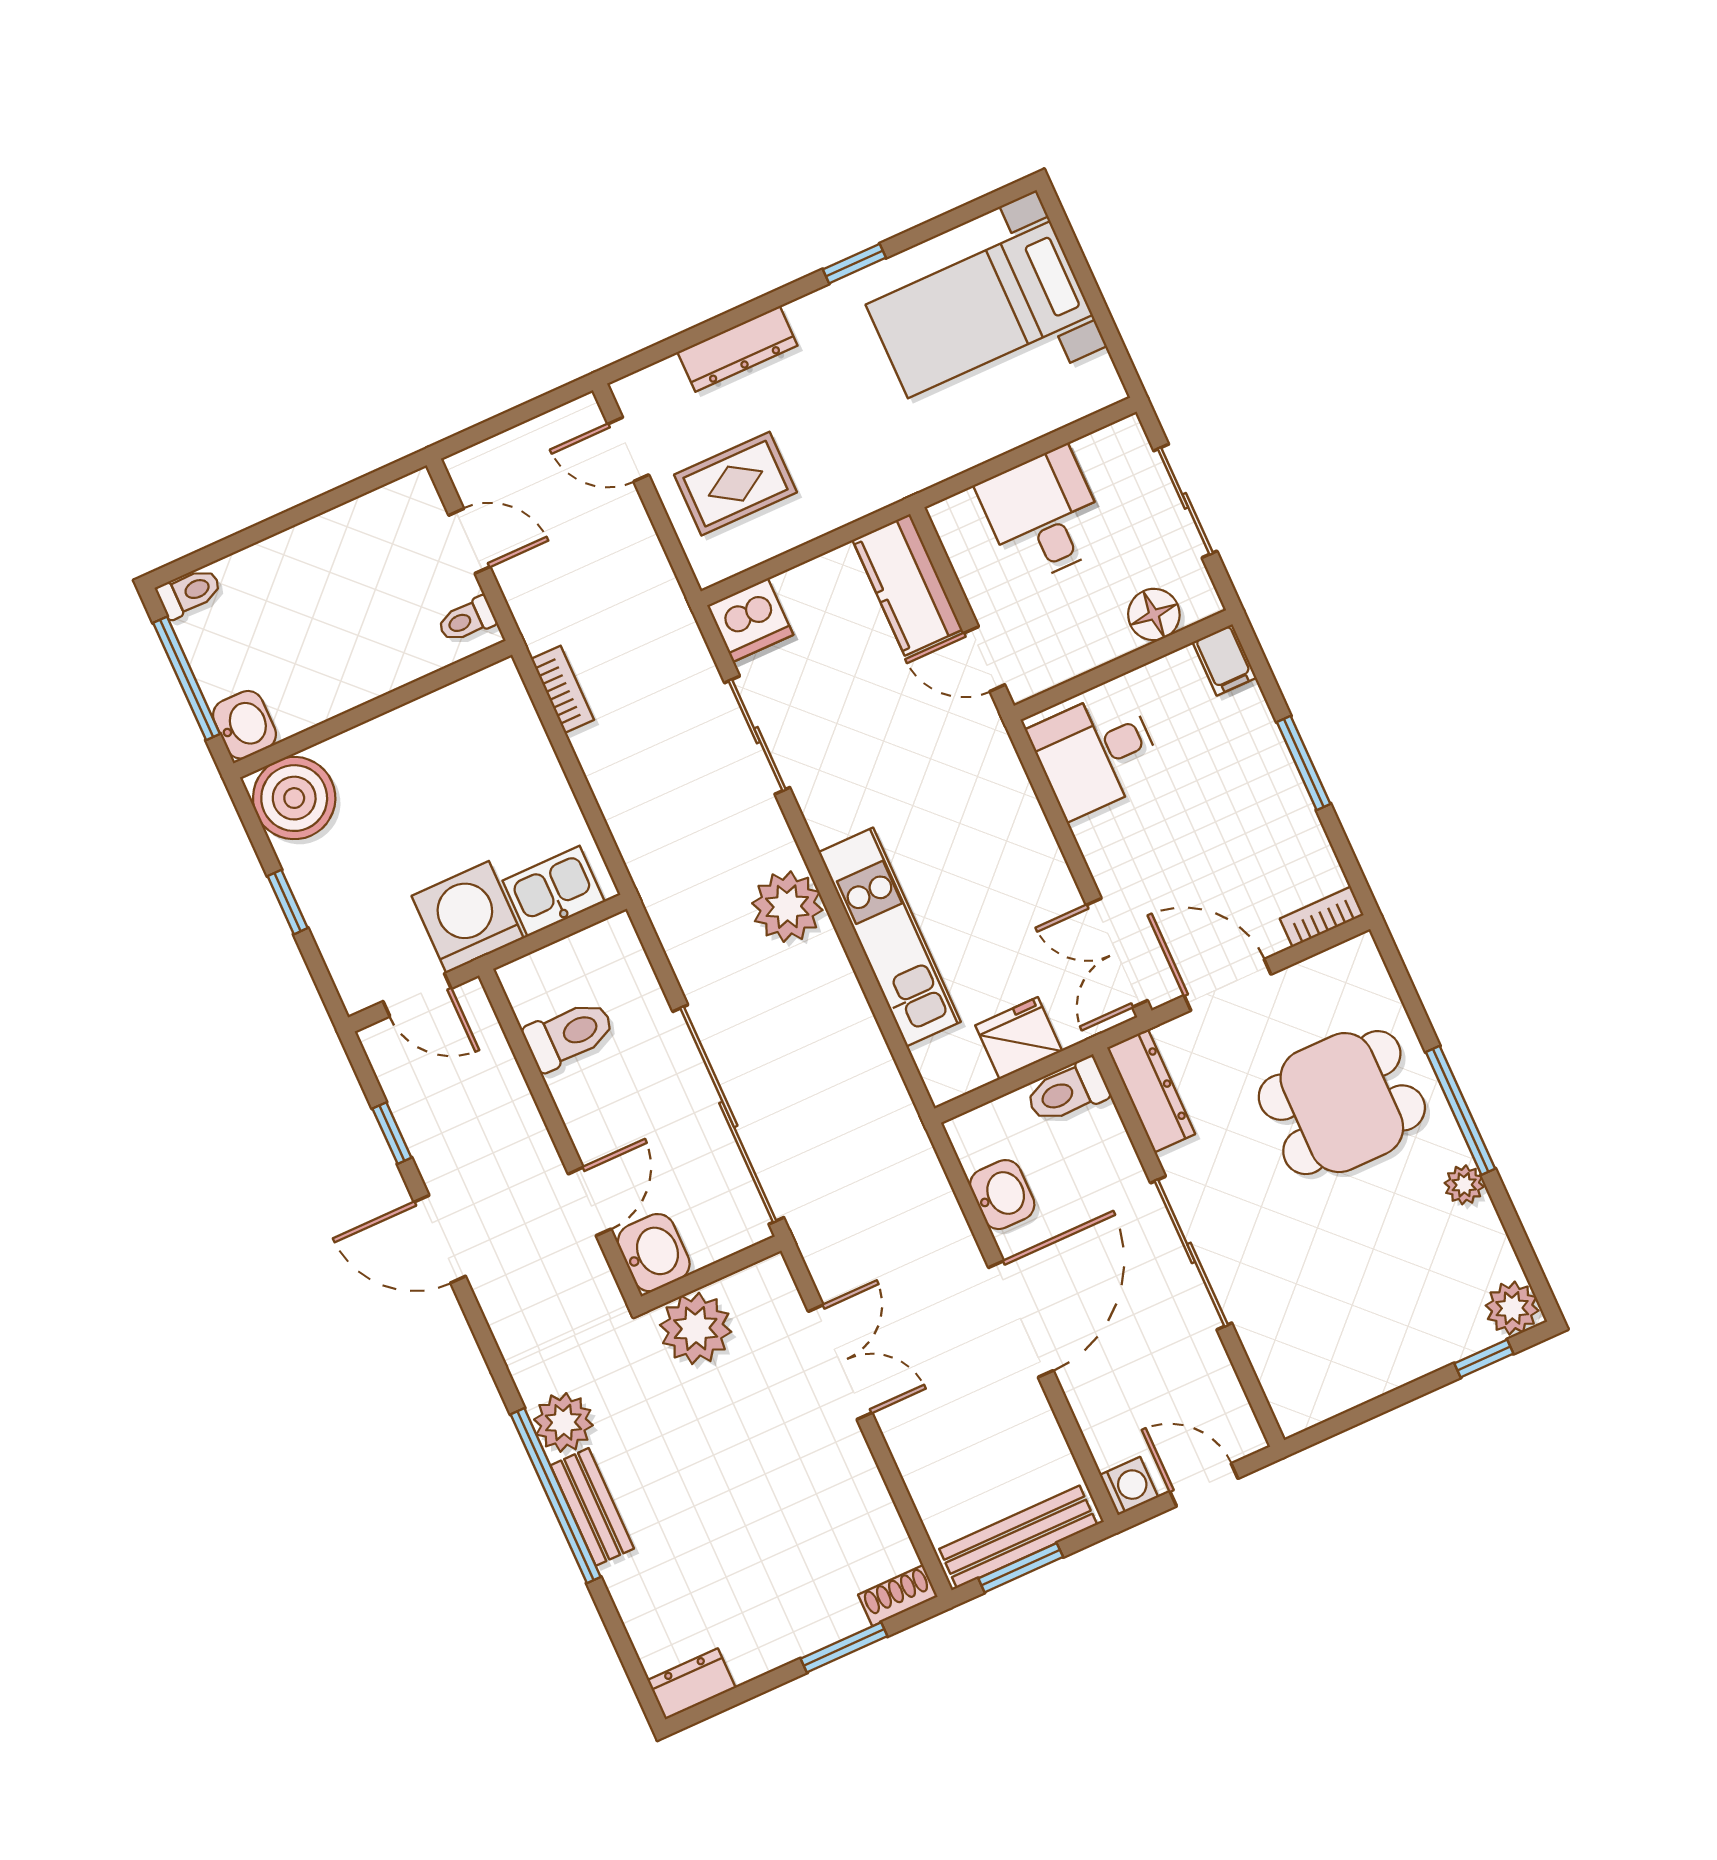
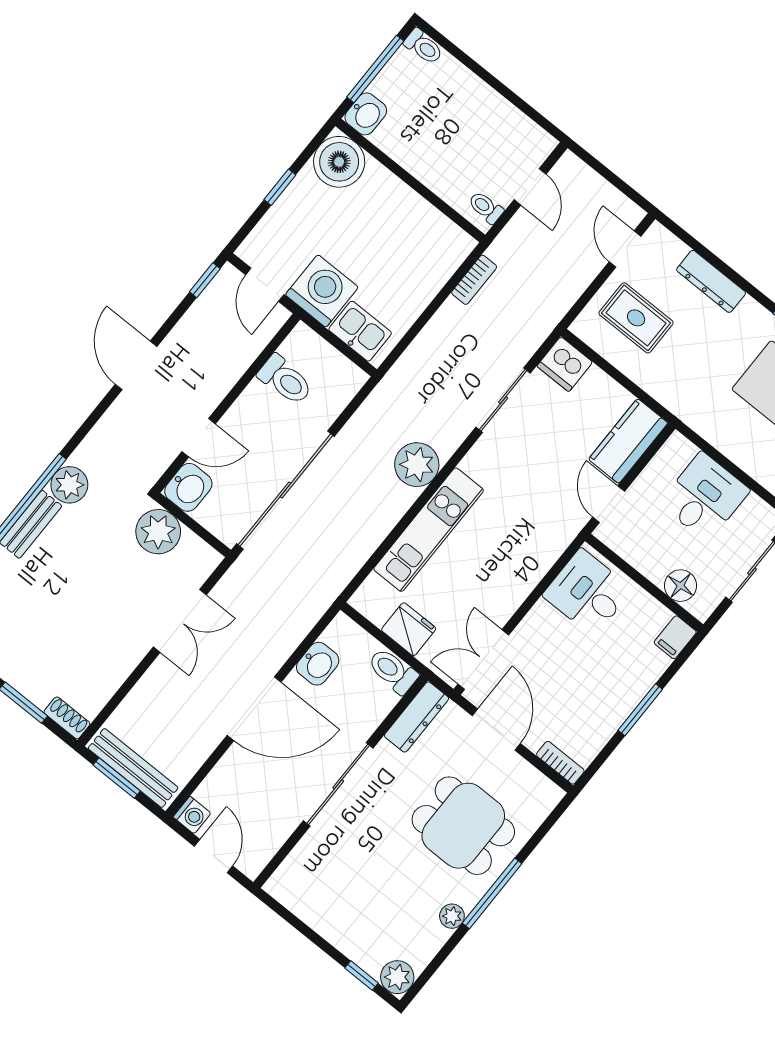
window: (392, 1133) -> (205, 280), moved

